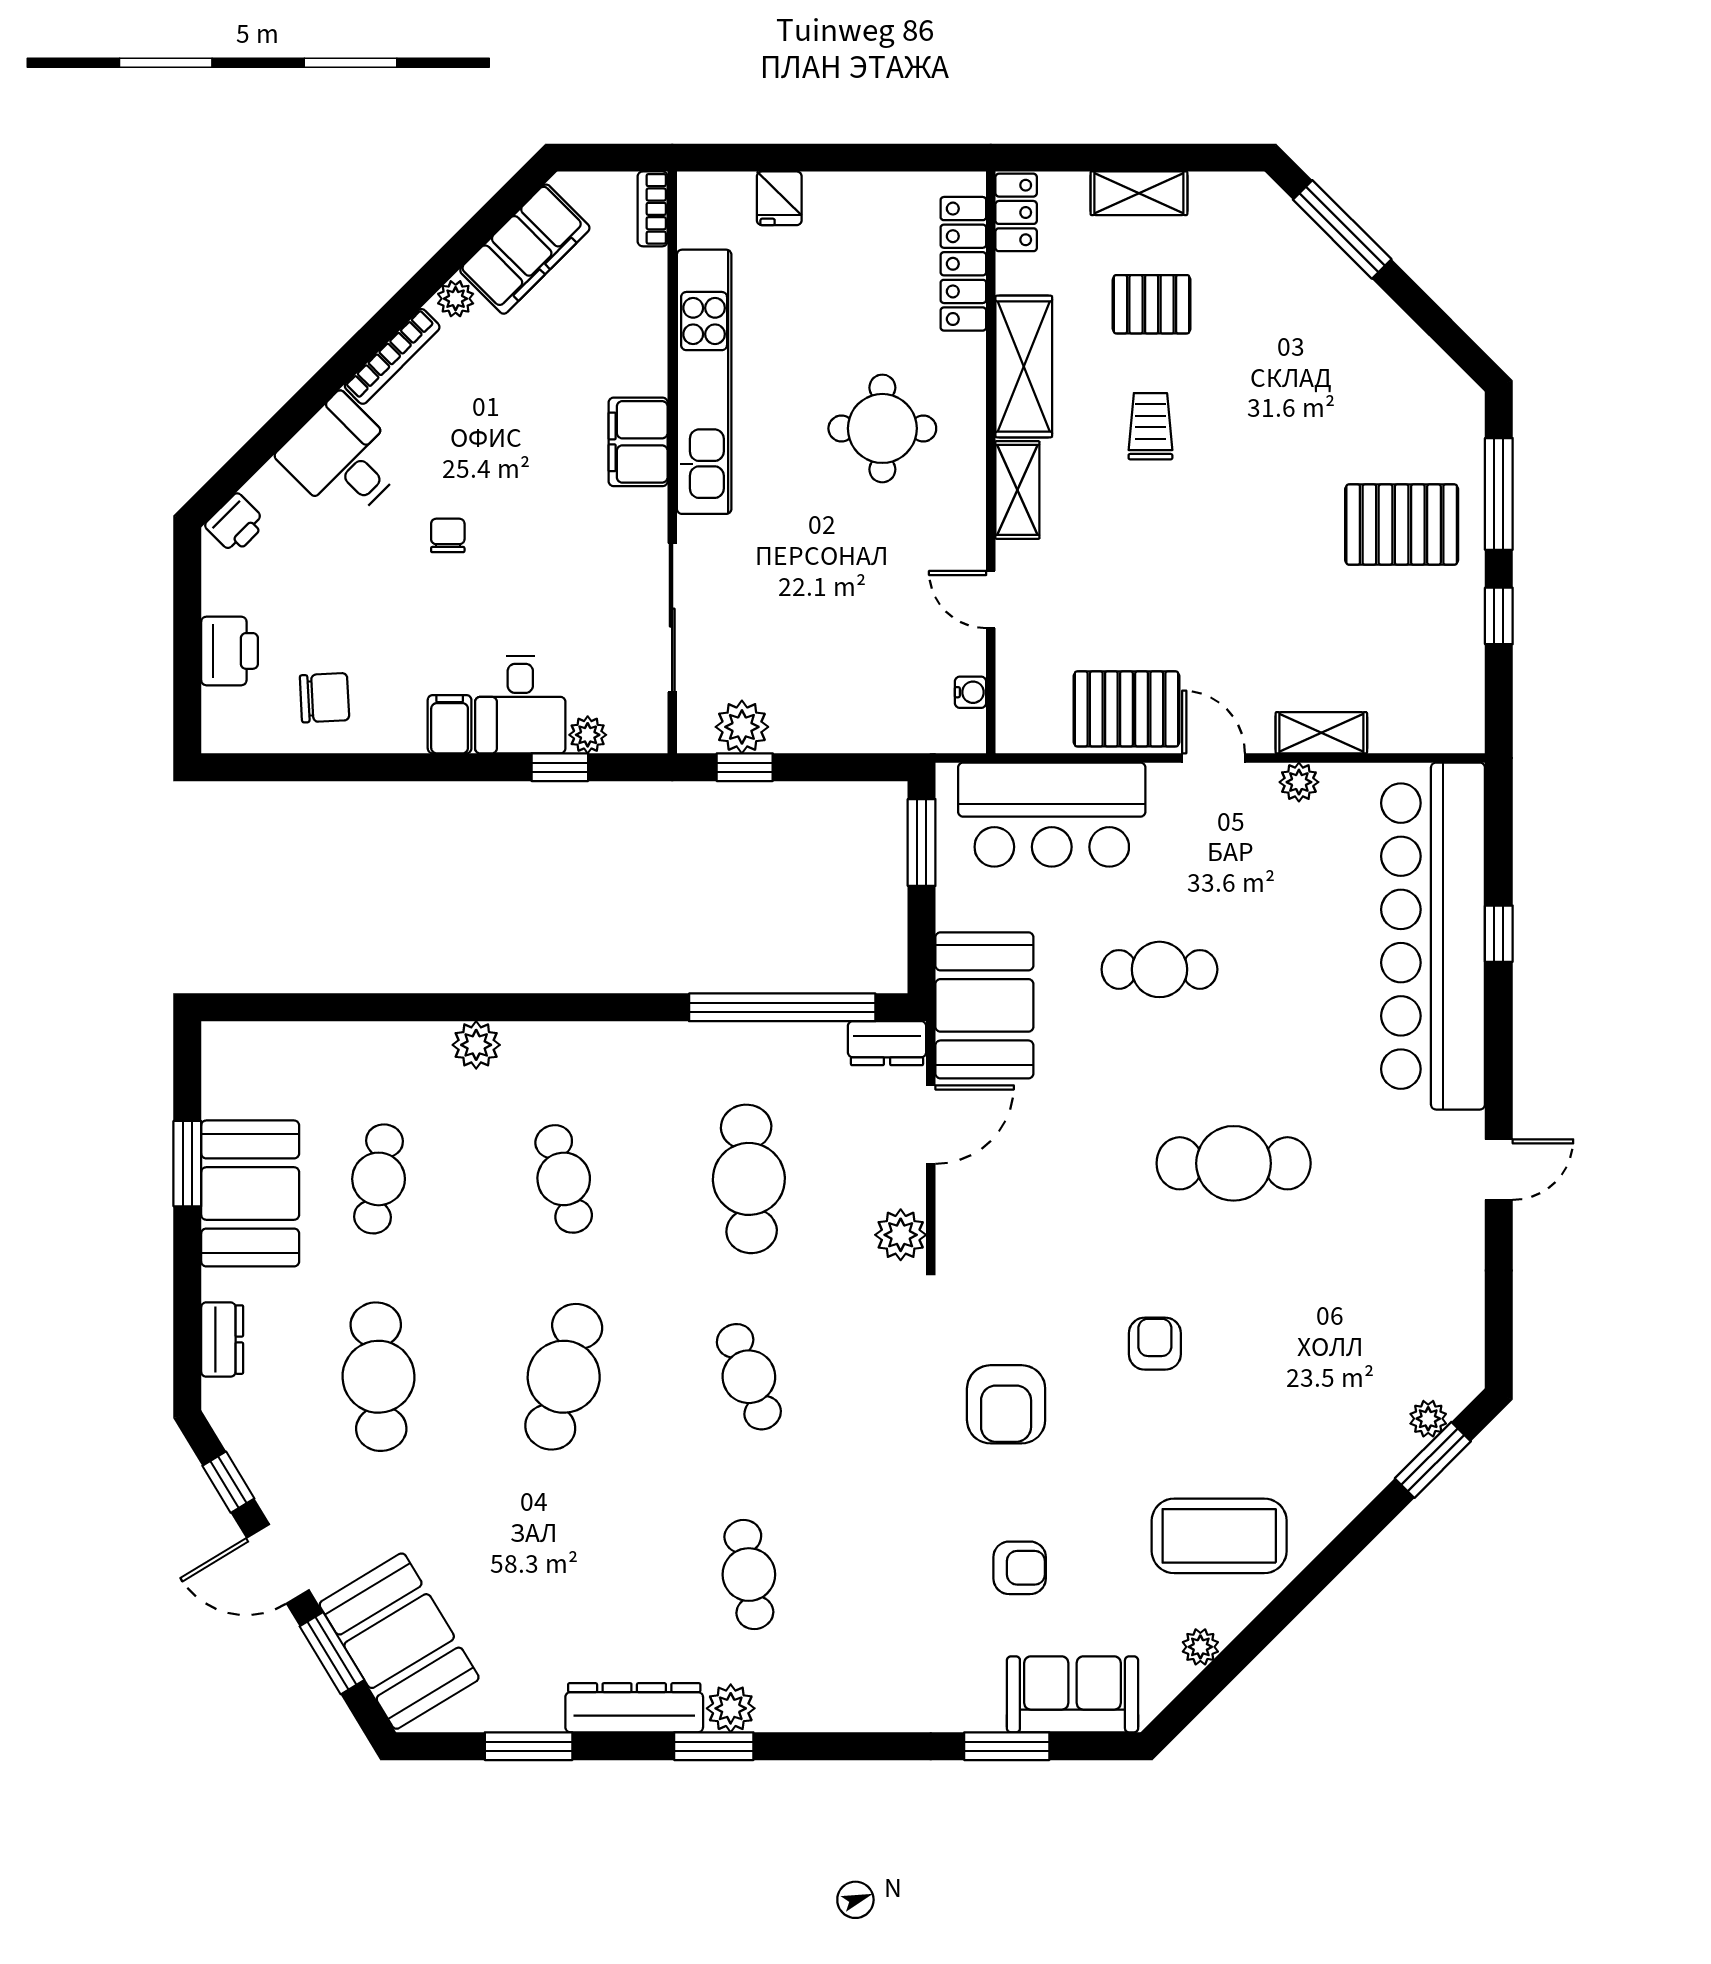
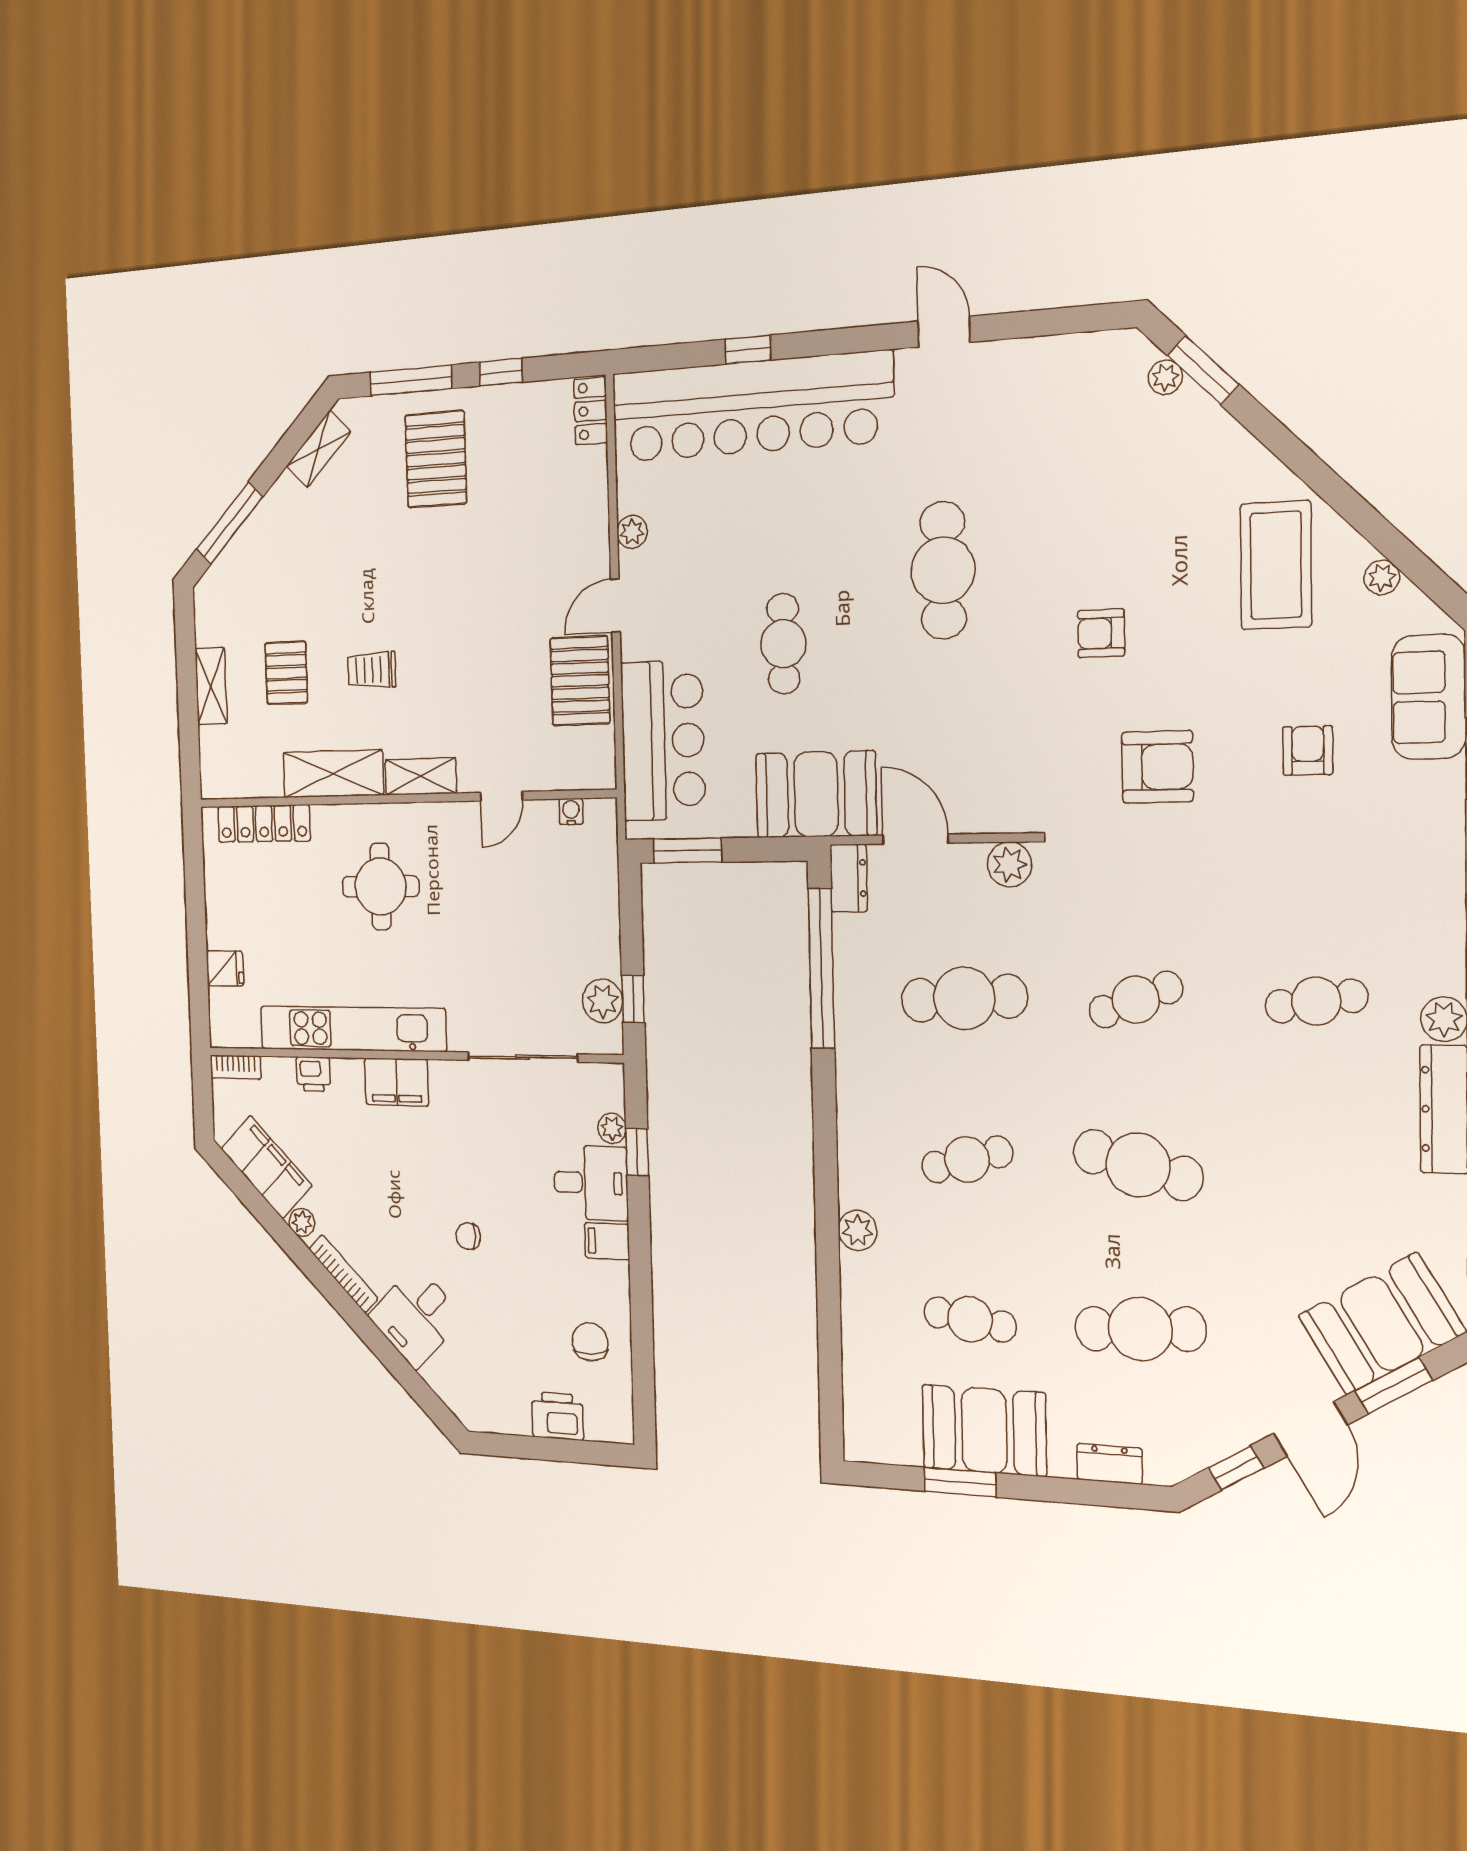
locker: (1016, 212) -> (591, 411), moved, turned -90
printer: (236, 524) -> (313, 1074), moved, turned 135
shelving: (1321, 733) -> (318, 449), moved, turned 45

